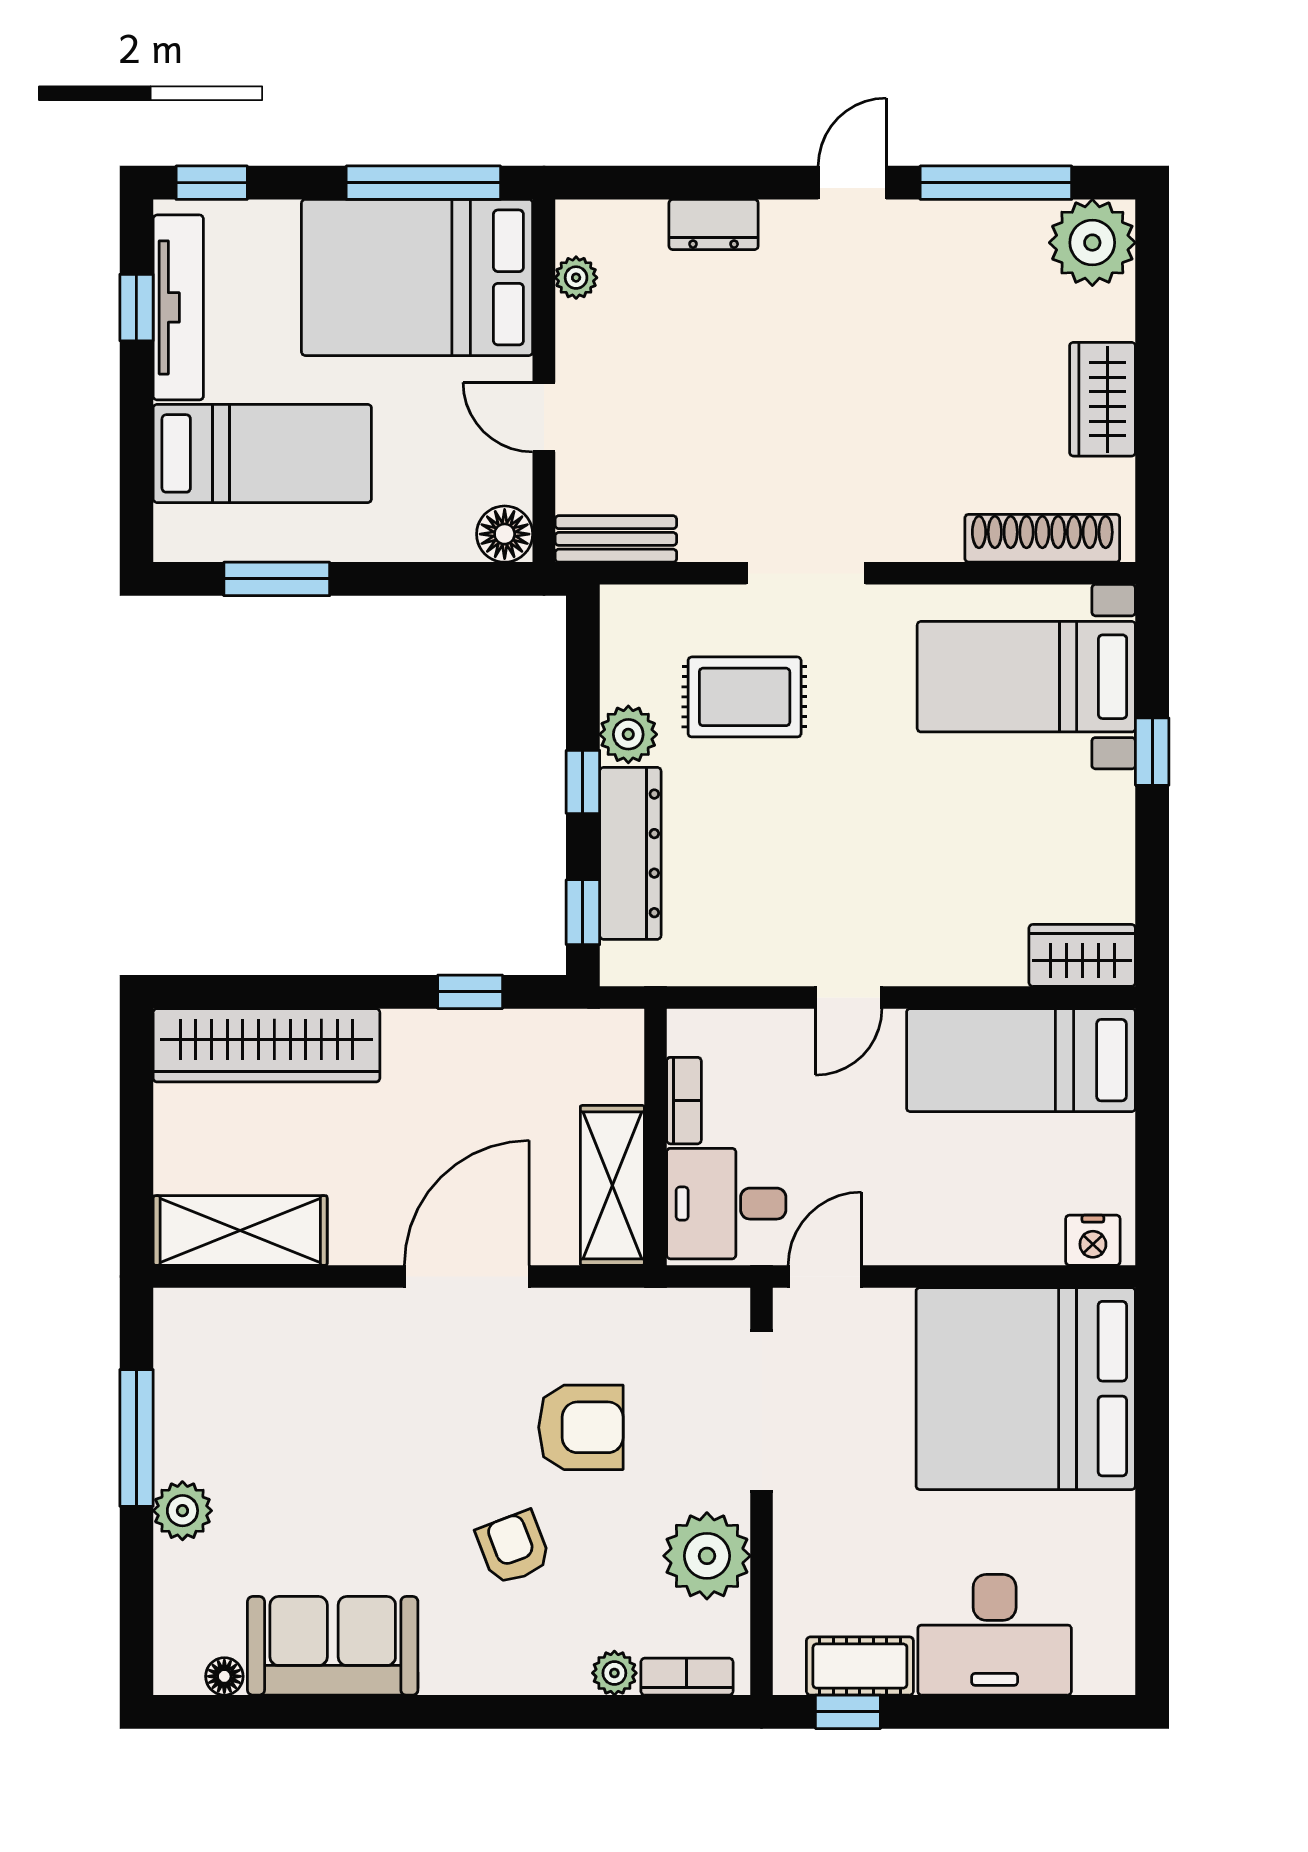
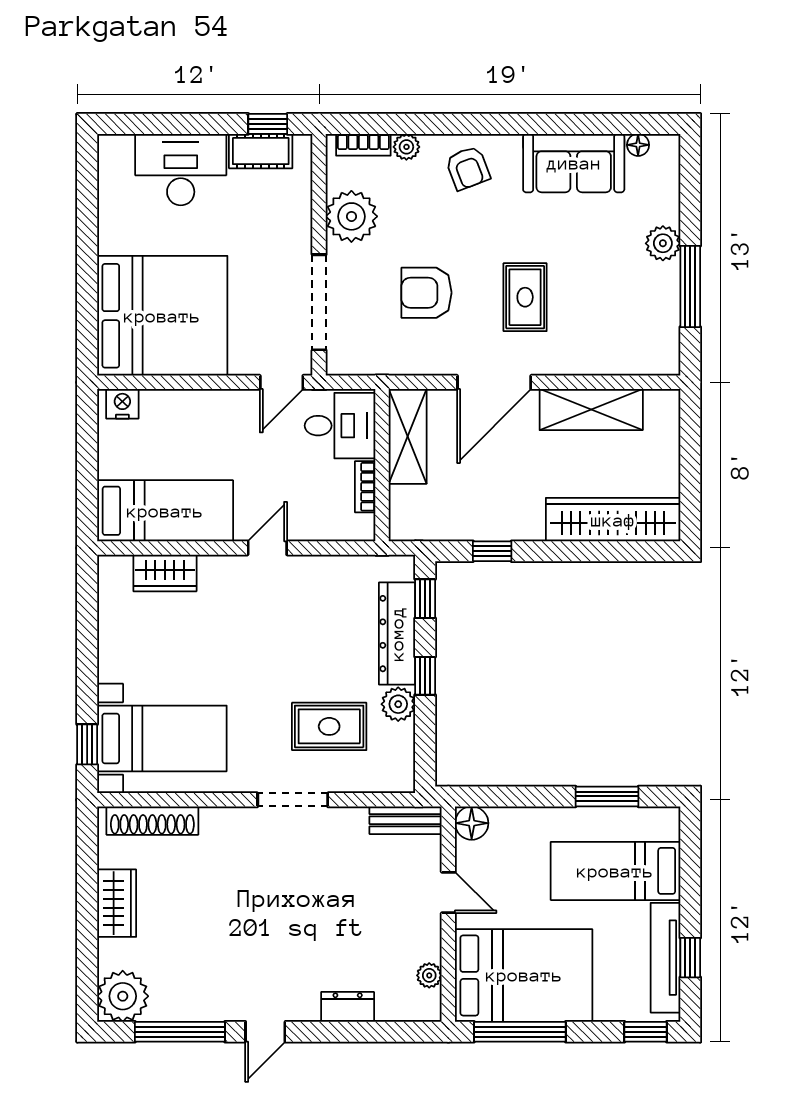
window: (1152, 752) -> (87, 744), moved
wardrobe: (1082, 955) -> (165, 573), moved
shelving: (240, 1231) -> (591, 410), moved
rug: (415, 1420) -> (525, 297), added
armchair: (513, 1548) -> (468, 168), moved

